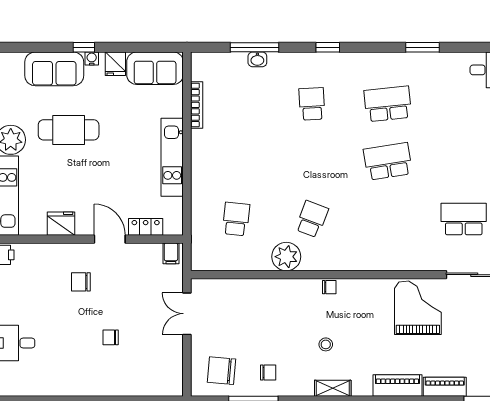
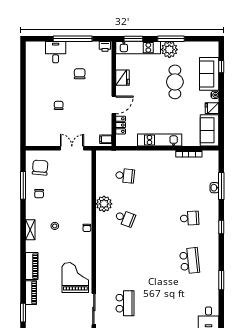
window: (84, 47) -> (221, 67), moved
school desk: (388, 161) -> (157, 261), removed
chair: (81, 282) -> (80, 74), moved
grand piano: (418, 308) -> (75, 278), turned -90

